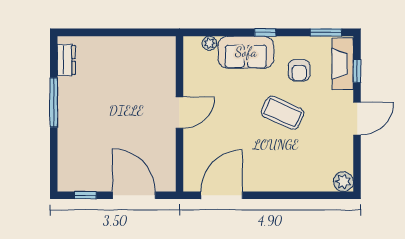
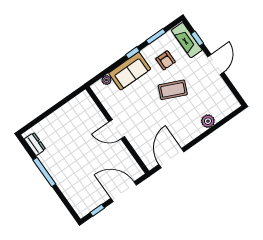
window: (326, 32) -> (156, 36), moved
door: (179, 113) -> (117, 129), swing flipped
plant: (343, 182) -> (208, 121), moved

